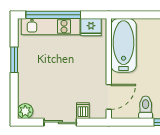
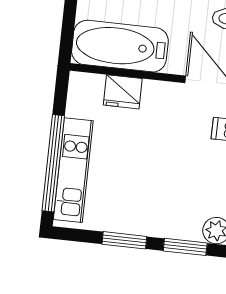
fridge: (91, 27) -> (123, 92), moved, turned 90
window: (14, 95) -> (185, 247), added

